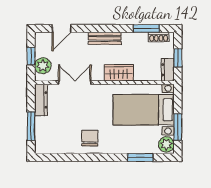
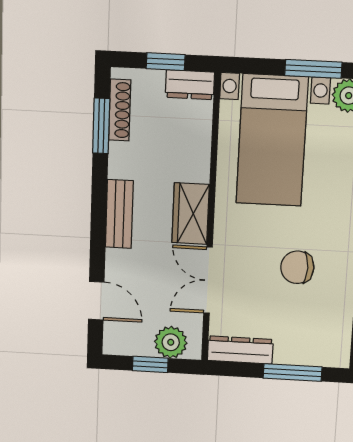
shoe rack: (159, 37) -> (120, 110), width x1.43
wardrobe: (119, 73) -> (191, 214), moved
chair: (90, 138) -> (297, 267), moved

